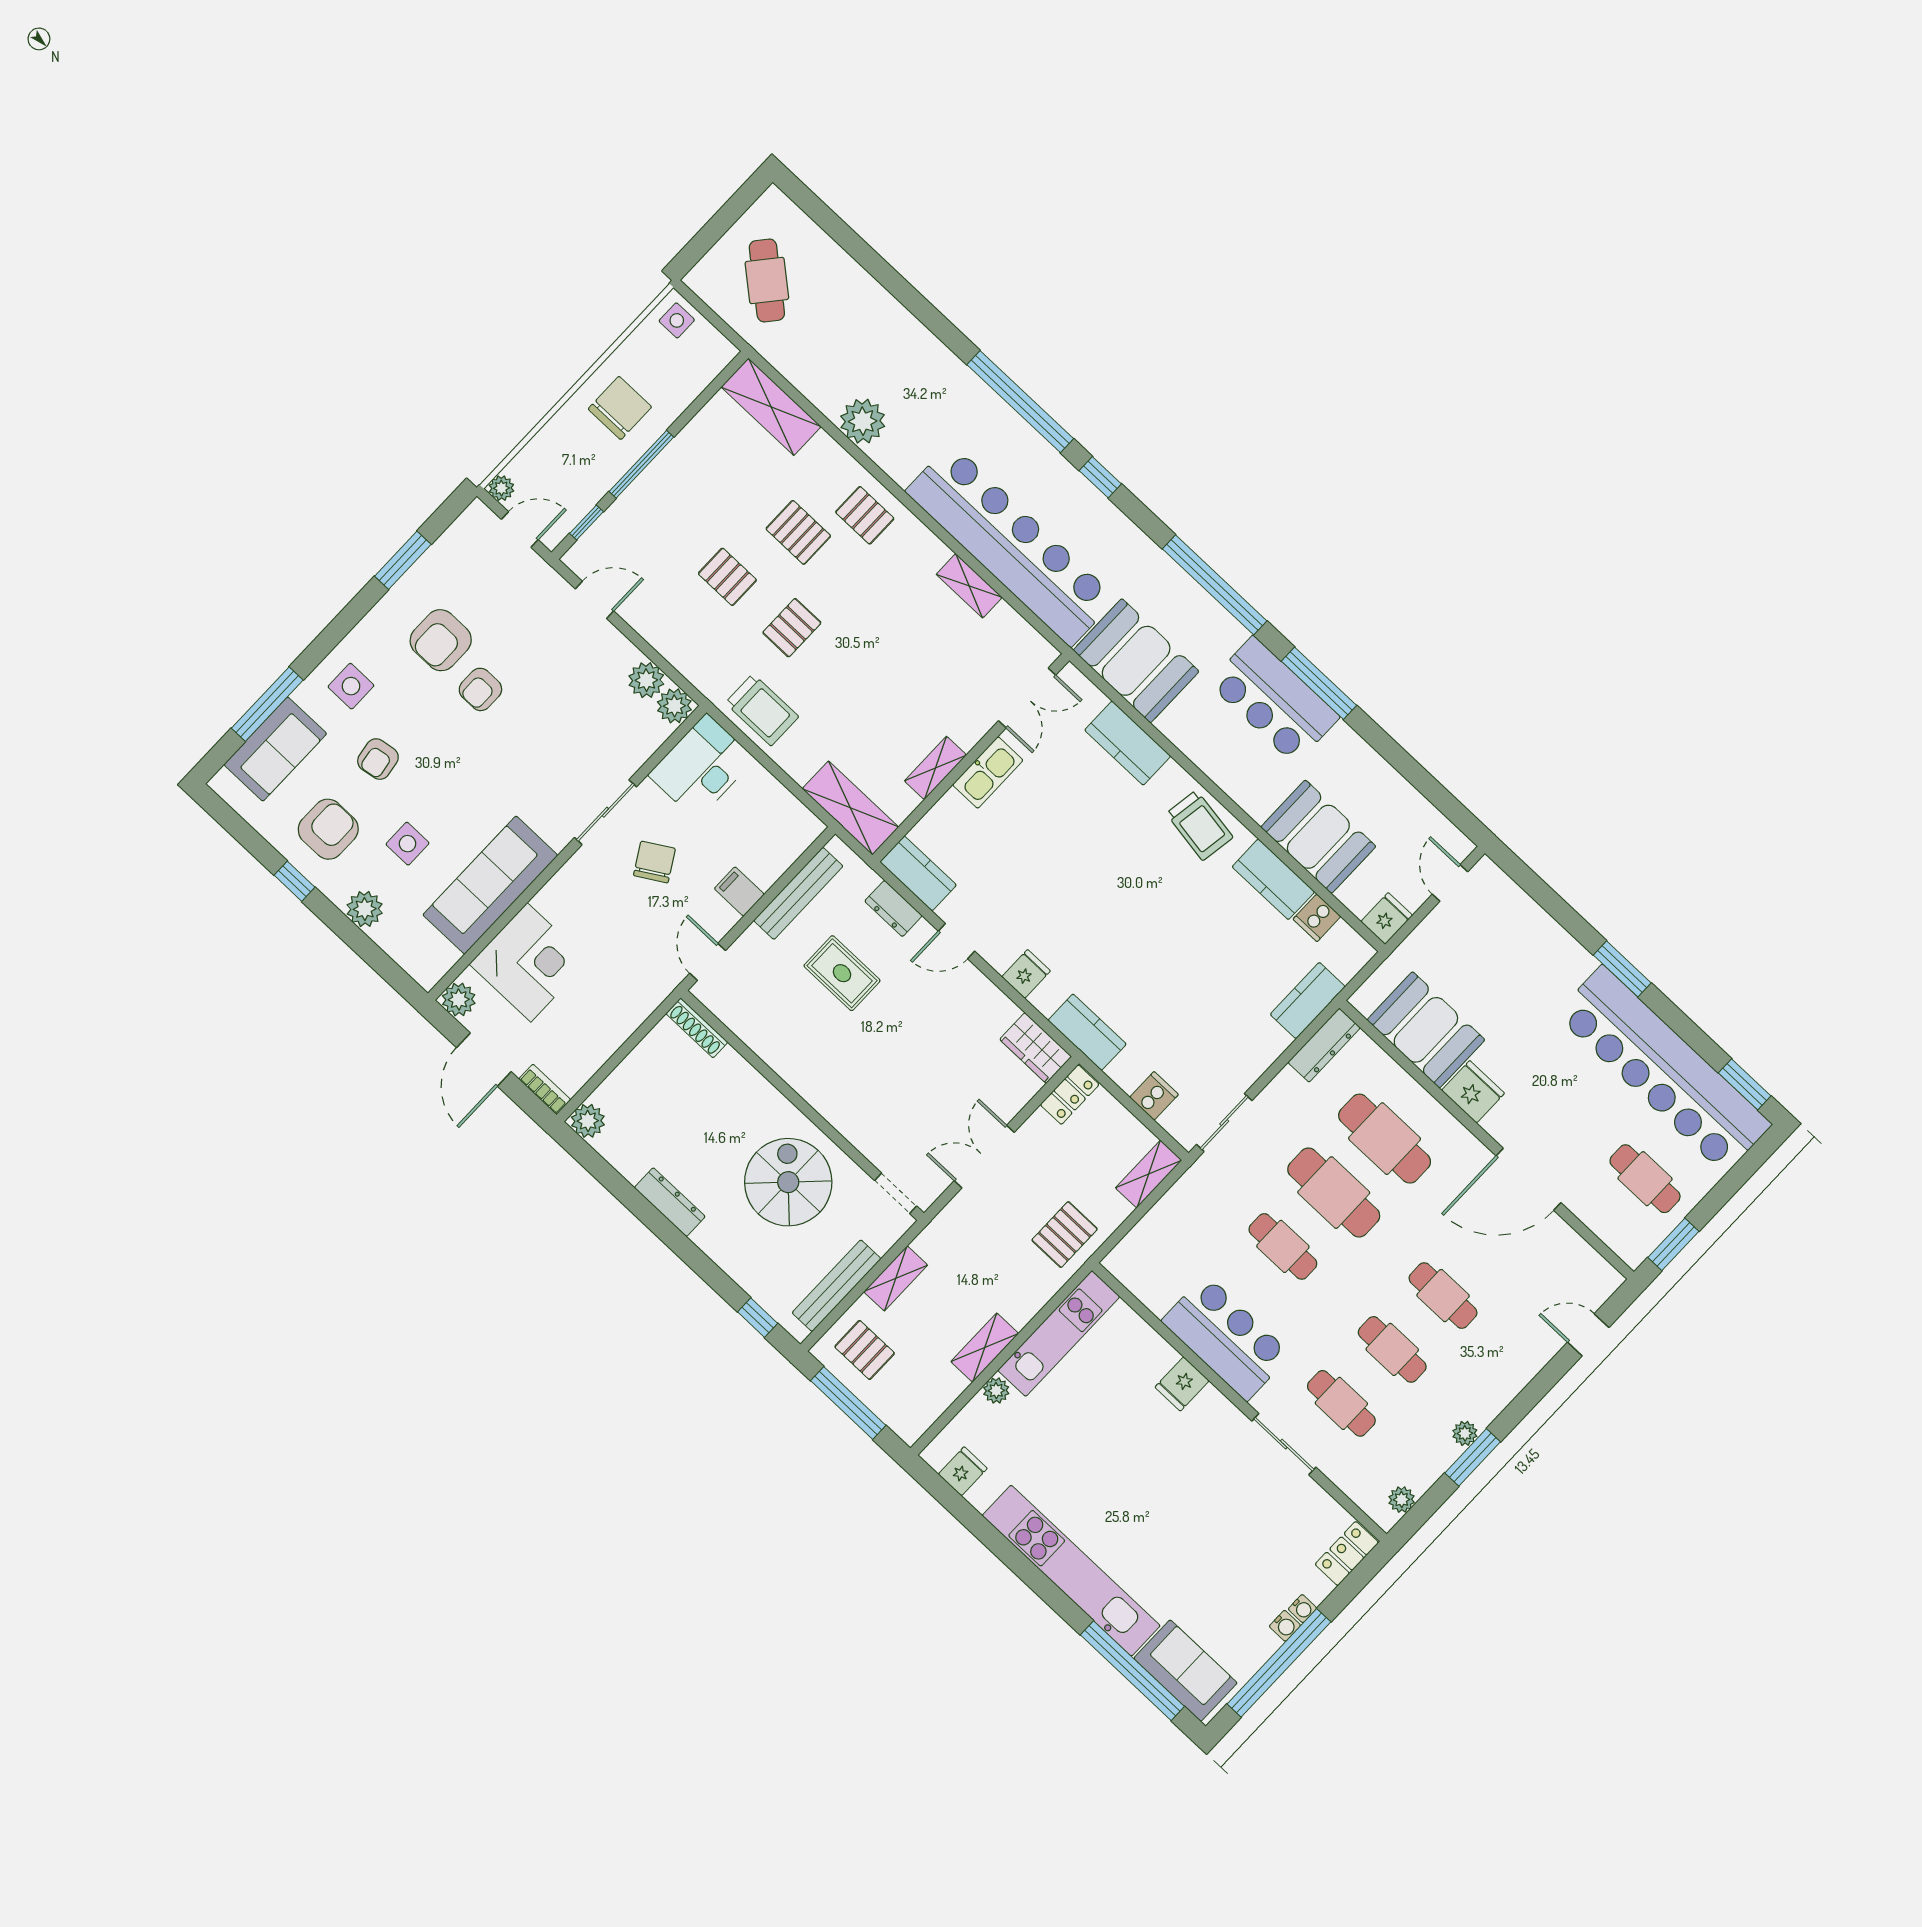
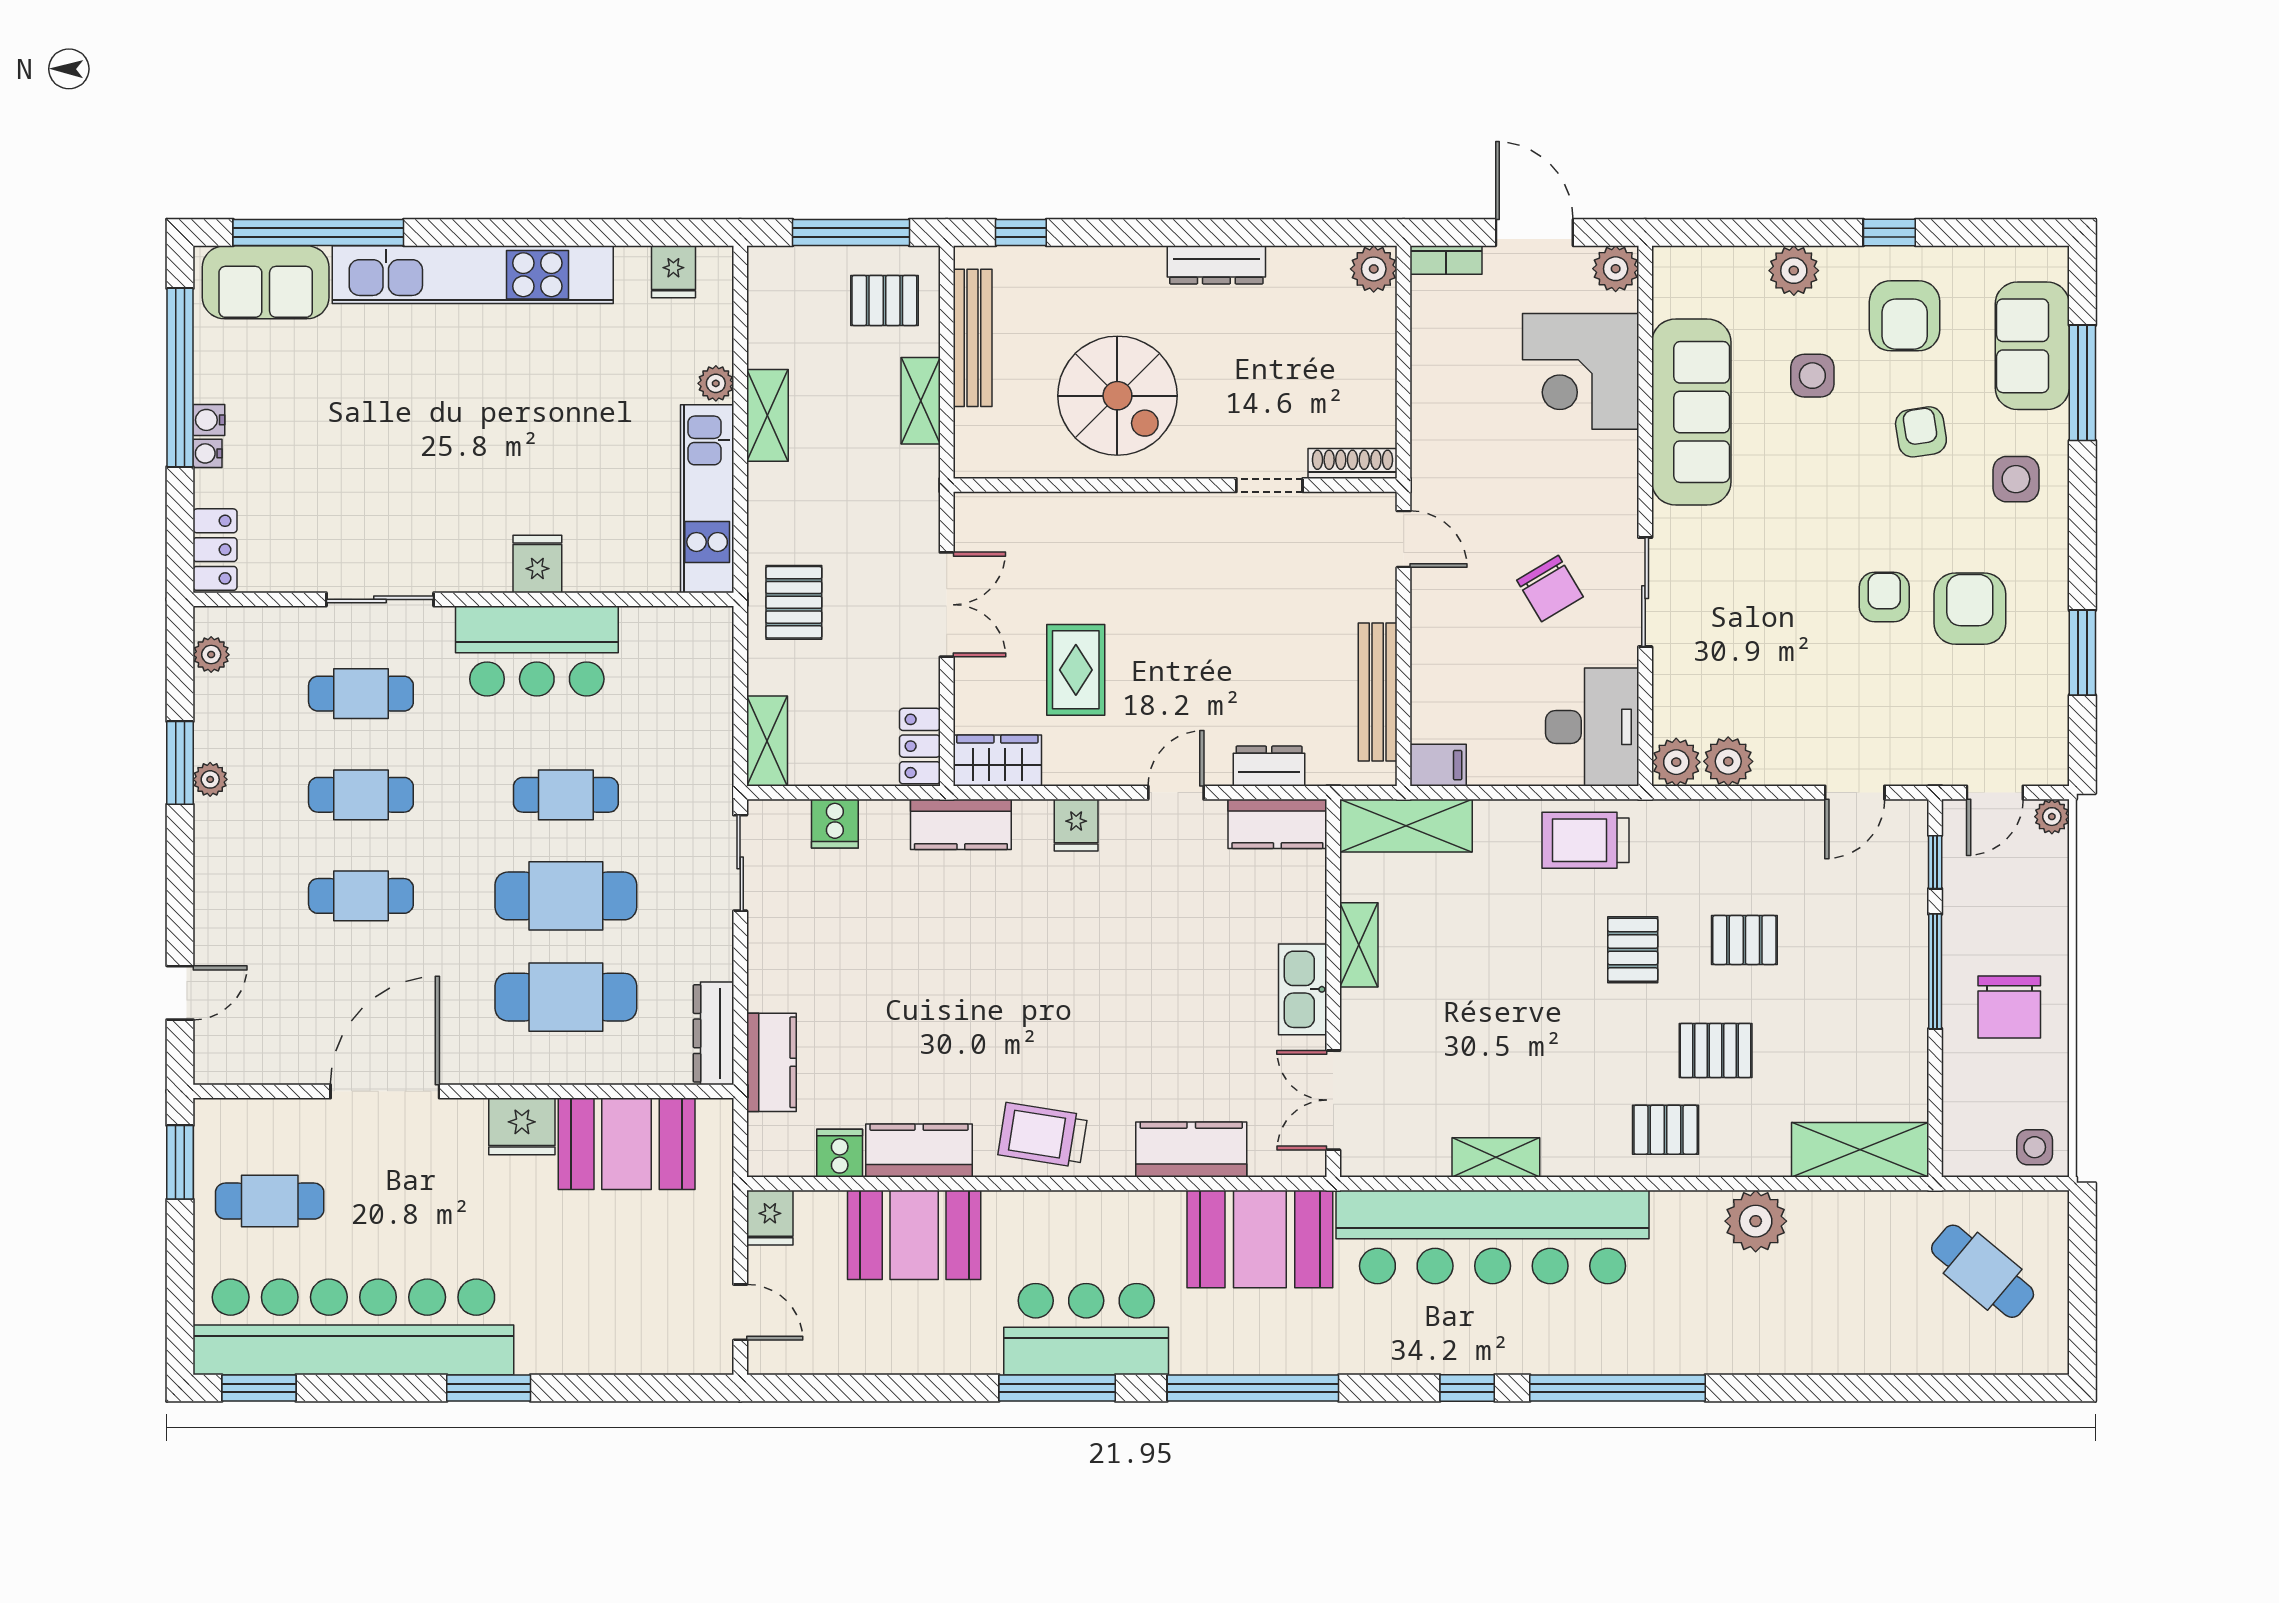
filing cabinet: (739, 891) -> (1438, 765), moved
rug: (842, 973) -> (1076, 670), moved, turned 90
doorway: (896, 1193) -> (1269, 485), moved

